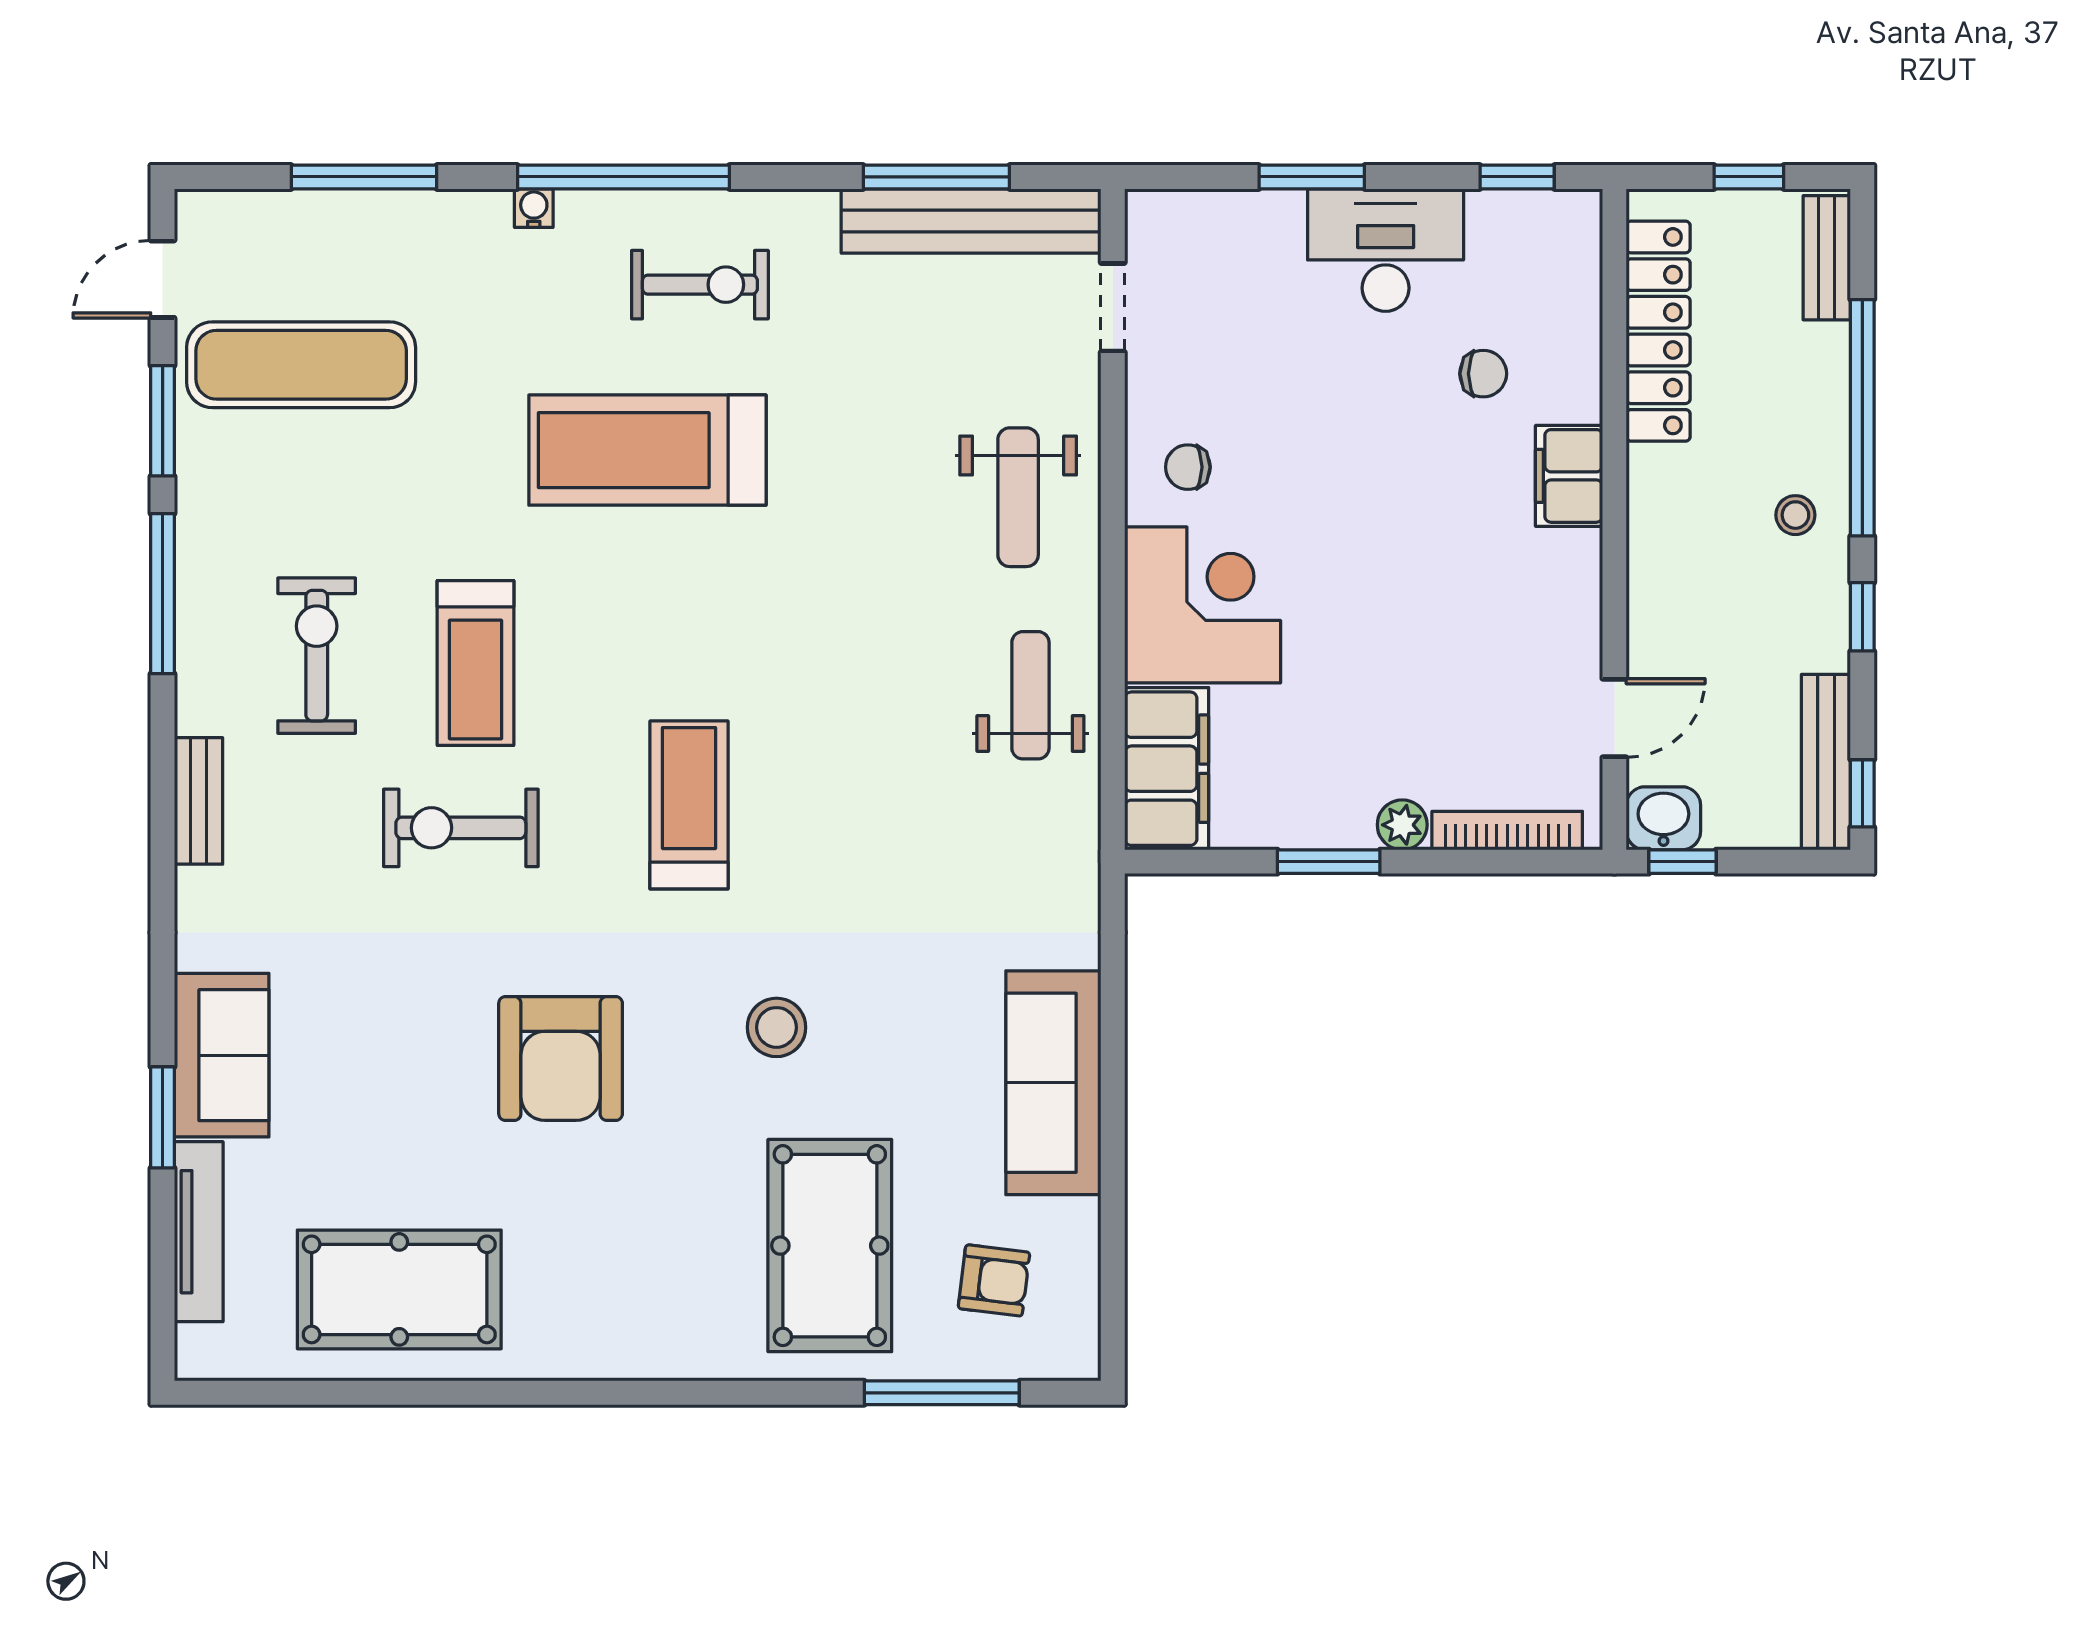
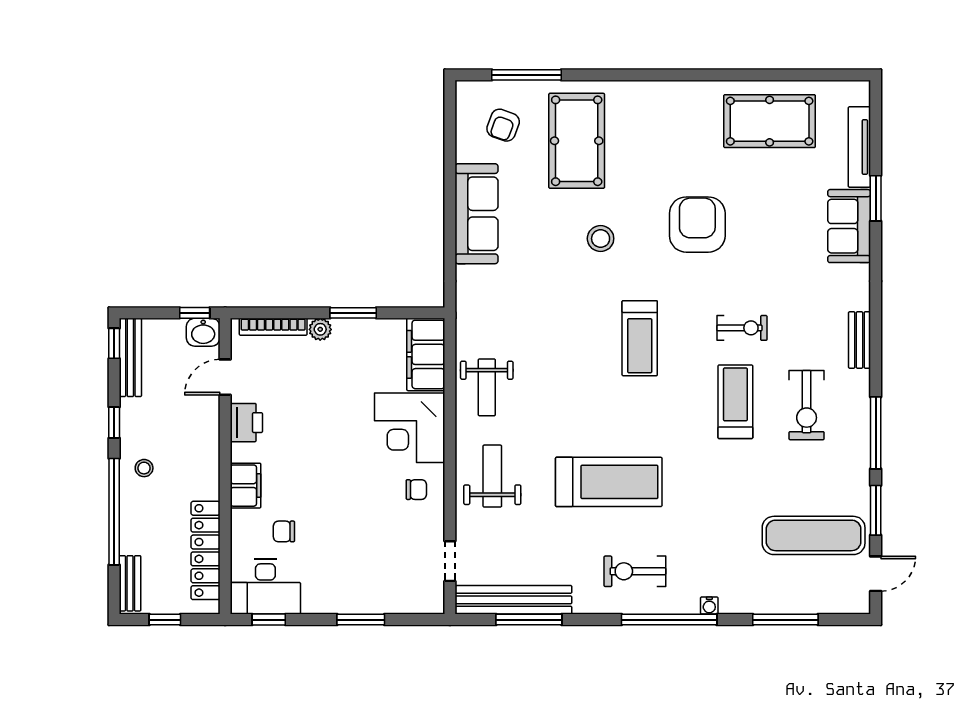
desk: (1386, 250) -> (265, 587), moved
treadmill: (647, 450) -> (609, 482), moved
printer: (1567, 617) -> (246, 423), added
exercise bike: (461, 828) -> (742, 328), width x0.73, depth x0.72
armchair: (994, 1280) -> (503, 125), turned -77

